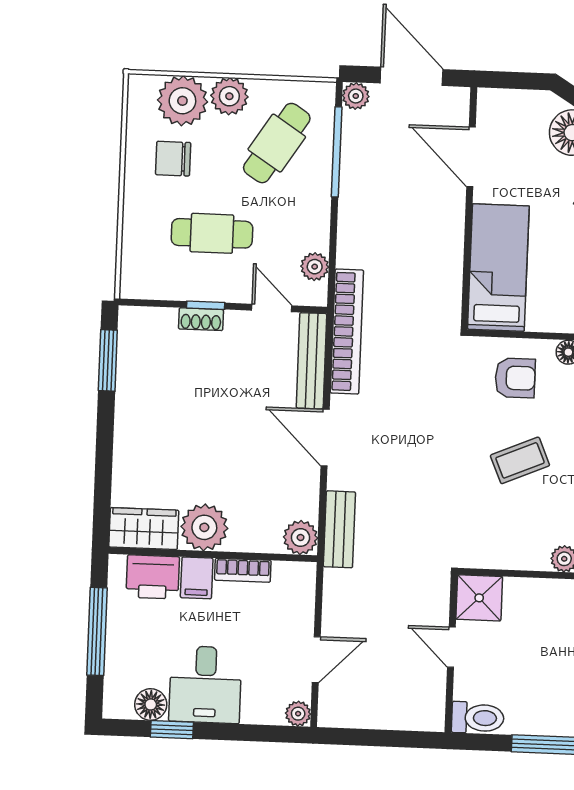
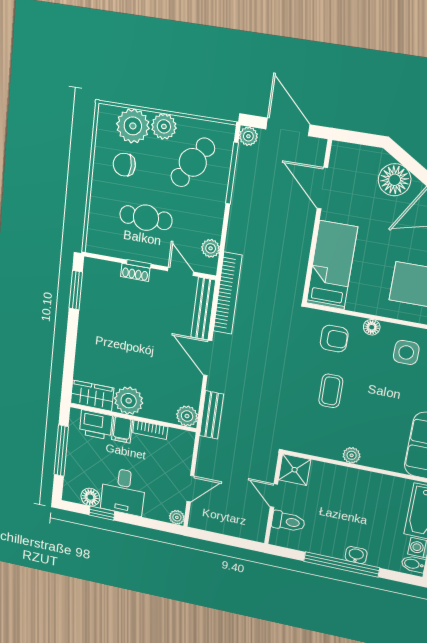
coffee table: (520, 460) -> (331, 391), turned -67
toilet: (478, 718) -> (288, 522), moved

